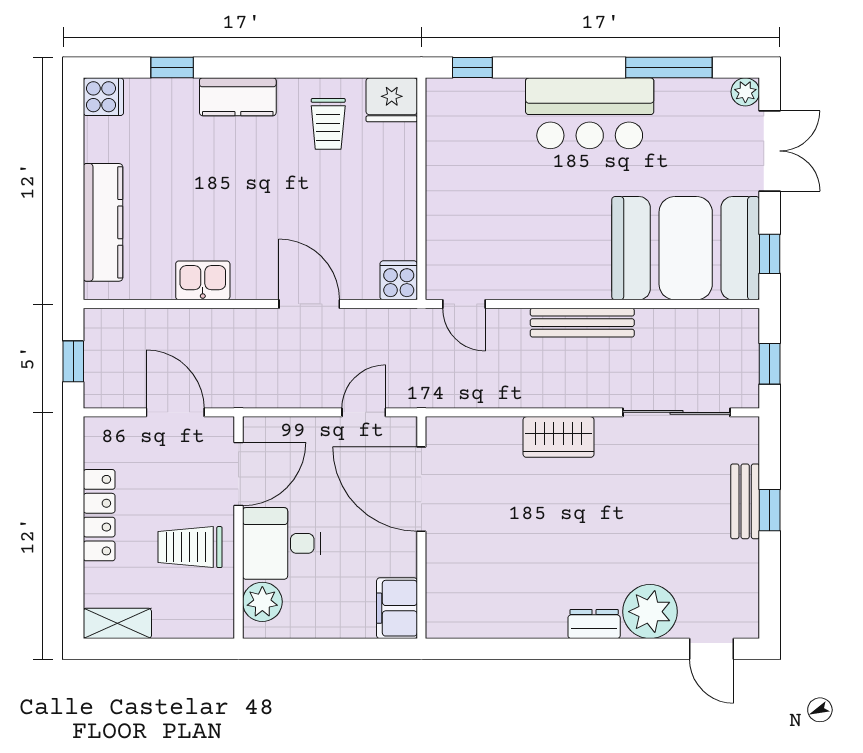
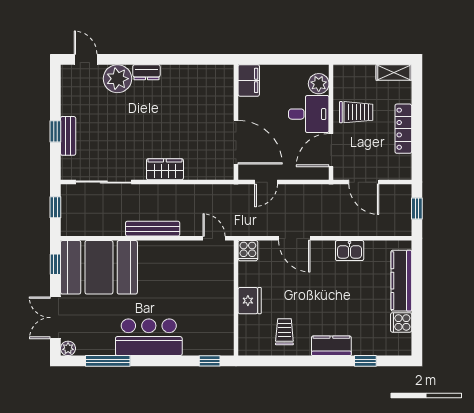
cooker: (103, 97) -> (401, 322), moved
fridge: (392, 100) -> (250, 301), moved, turned 90

